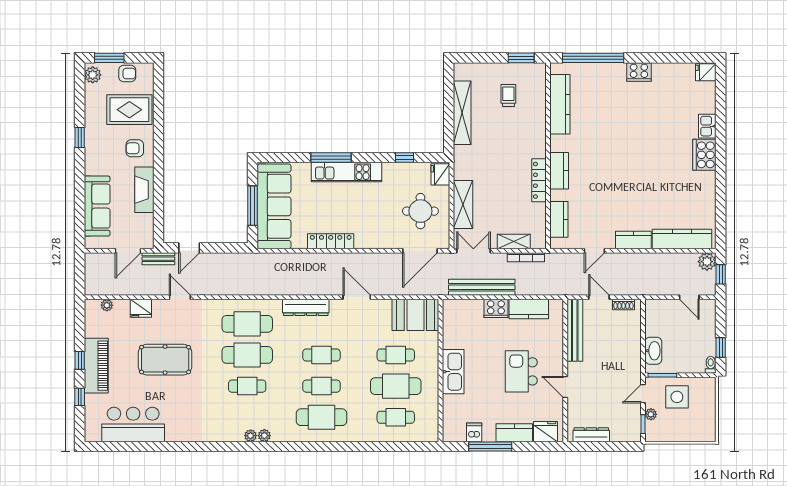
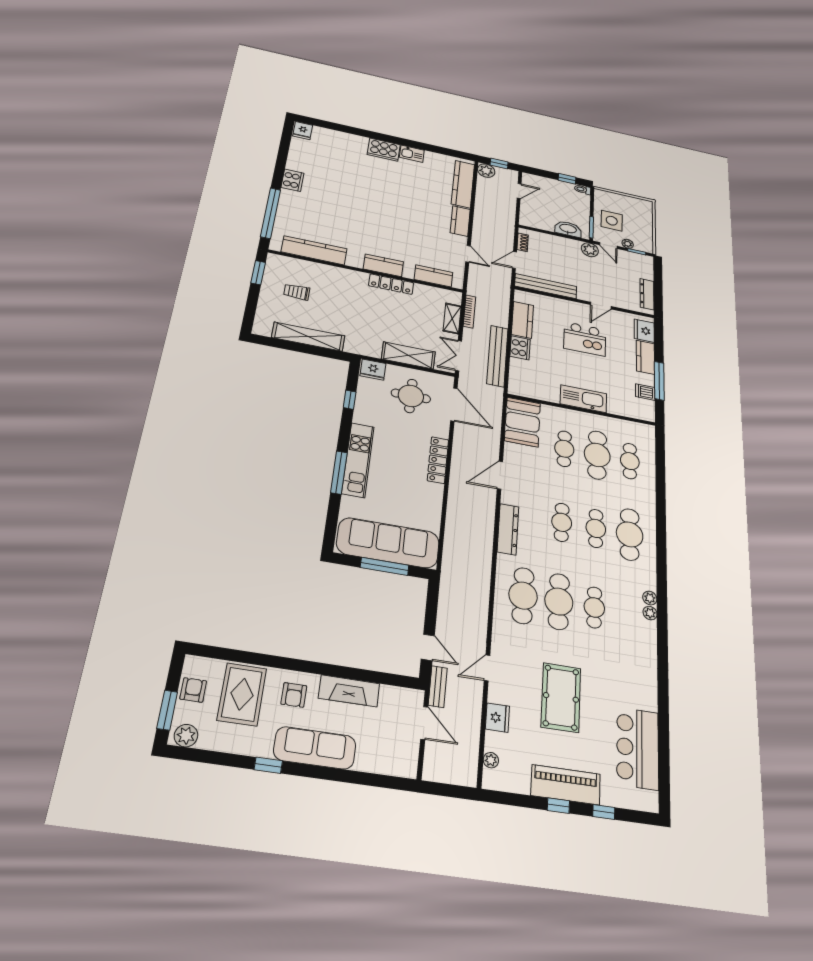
kitchen sink: (707, 126) -> (412, 154), moved
sofa: (97, 206) -> (315, 748), moved
locker: (331, 241) -> (438, 460), moved
plant: (632, 374) -> (590, 250), added

